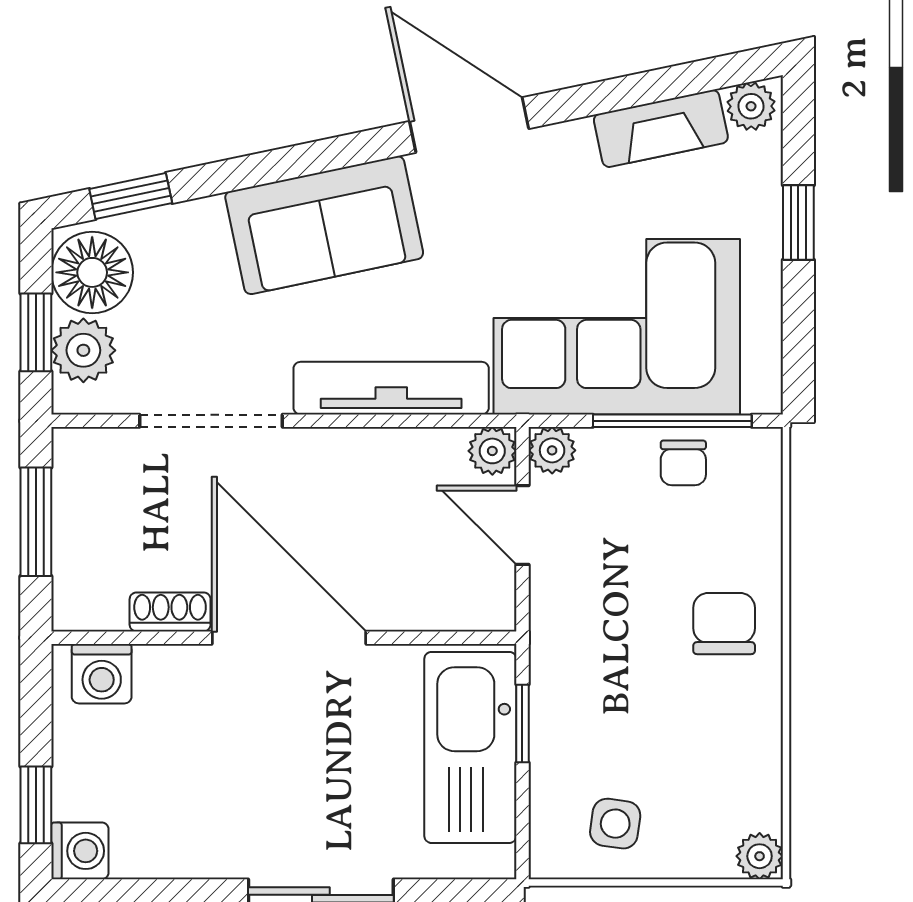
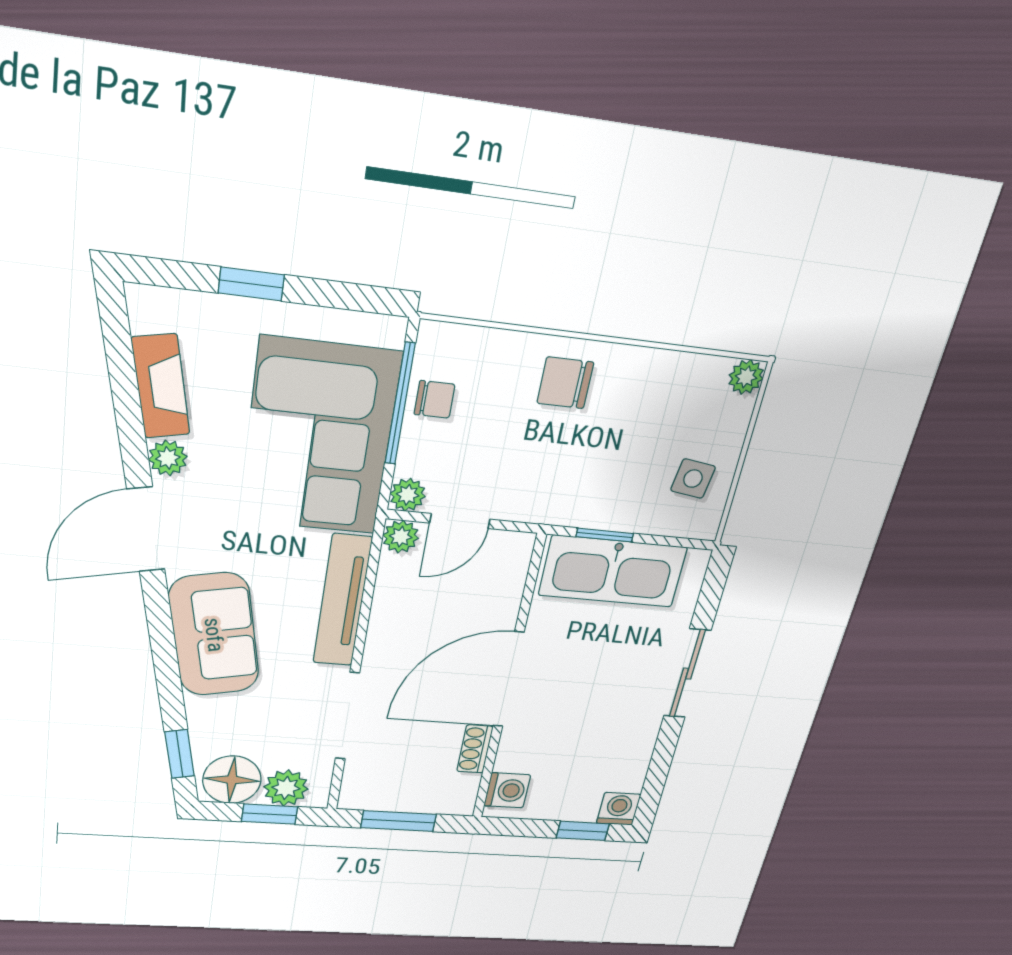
plant: (751, 106) -> (168, 458), moved

